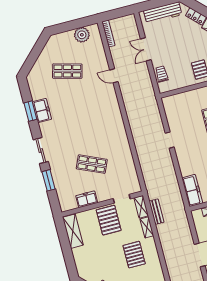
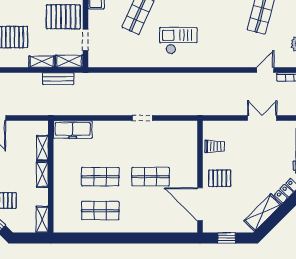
trolley: (162, 74) -> (214, 146), moved
door: (114, 76) -> (265, 70), moved
checkout: (104, 128) -> (178, 41), added

